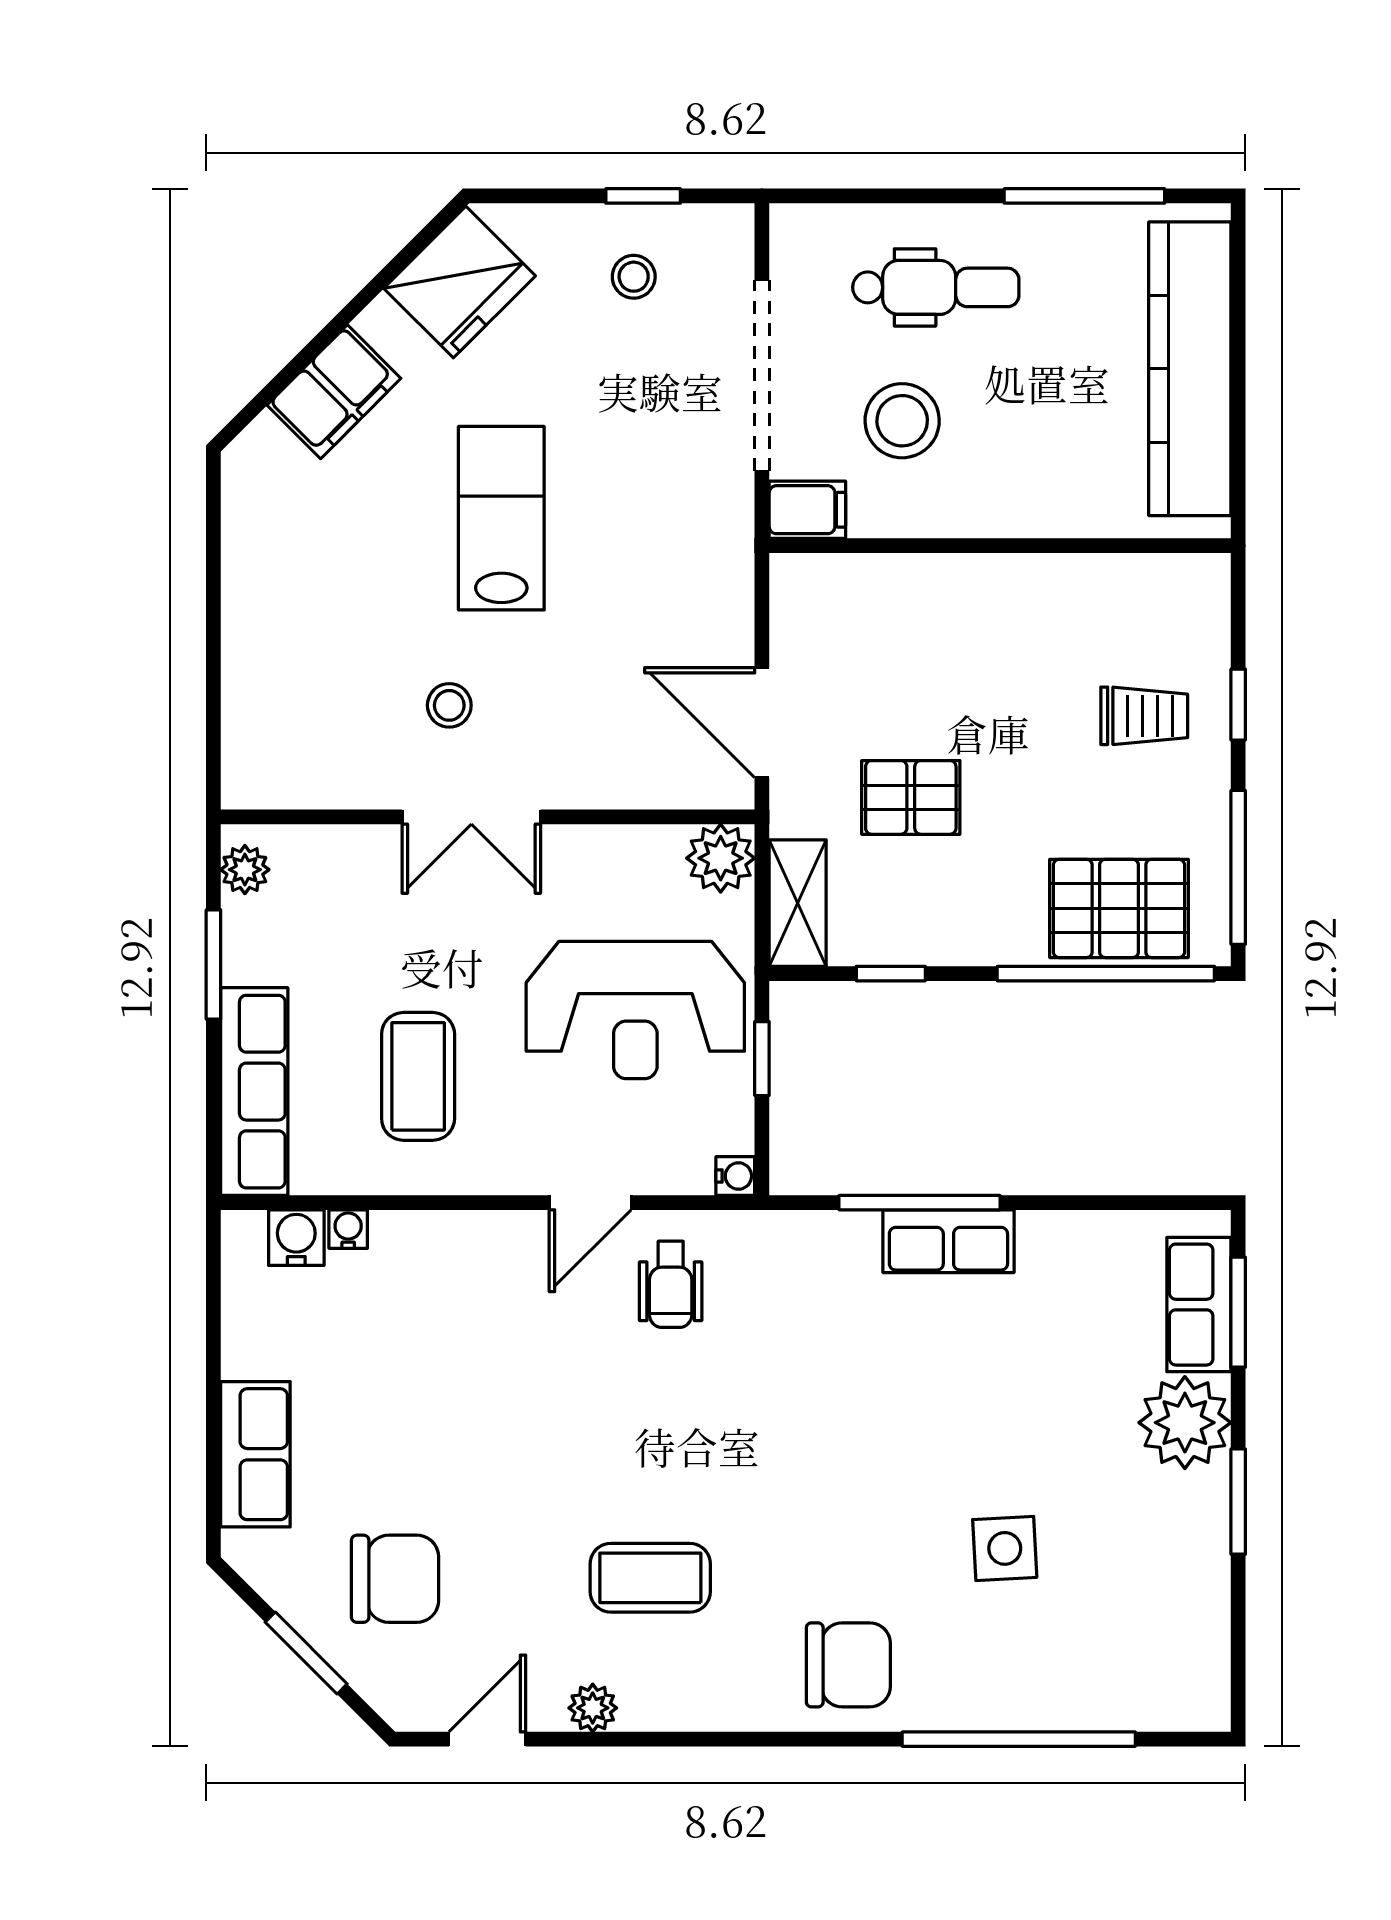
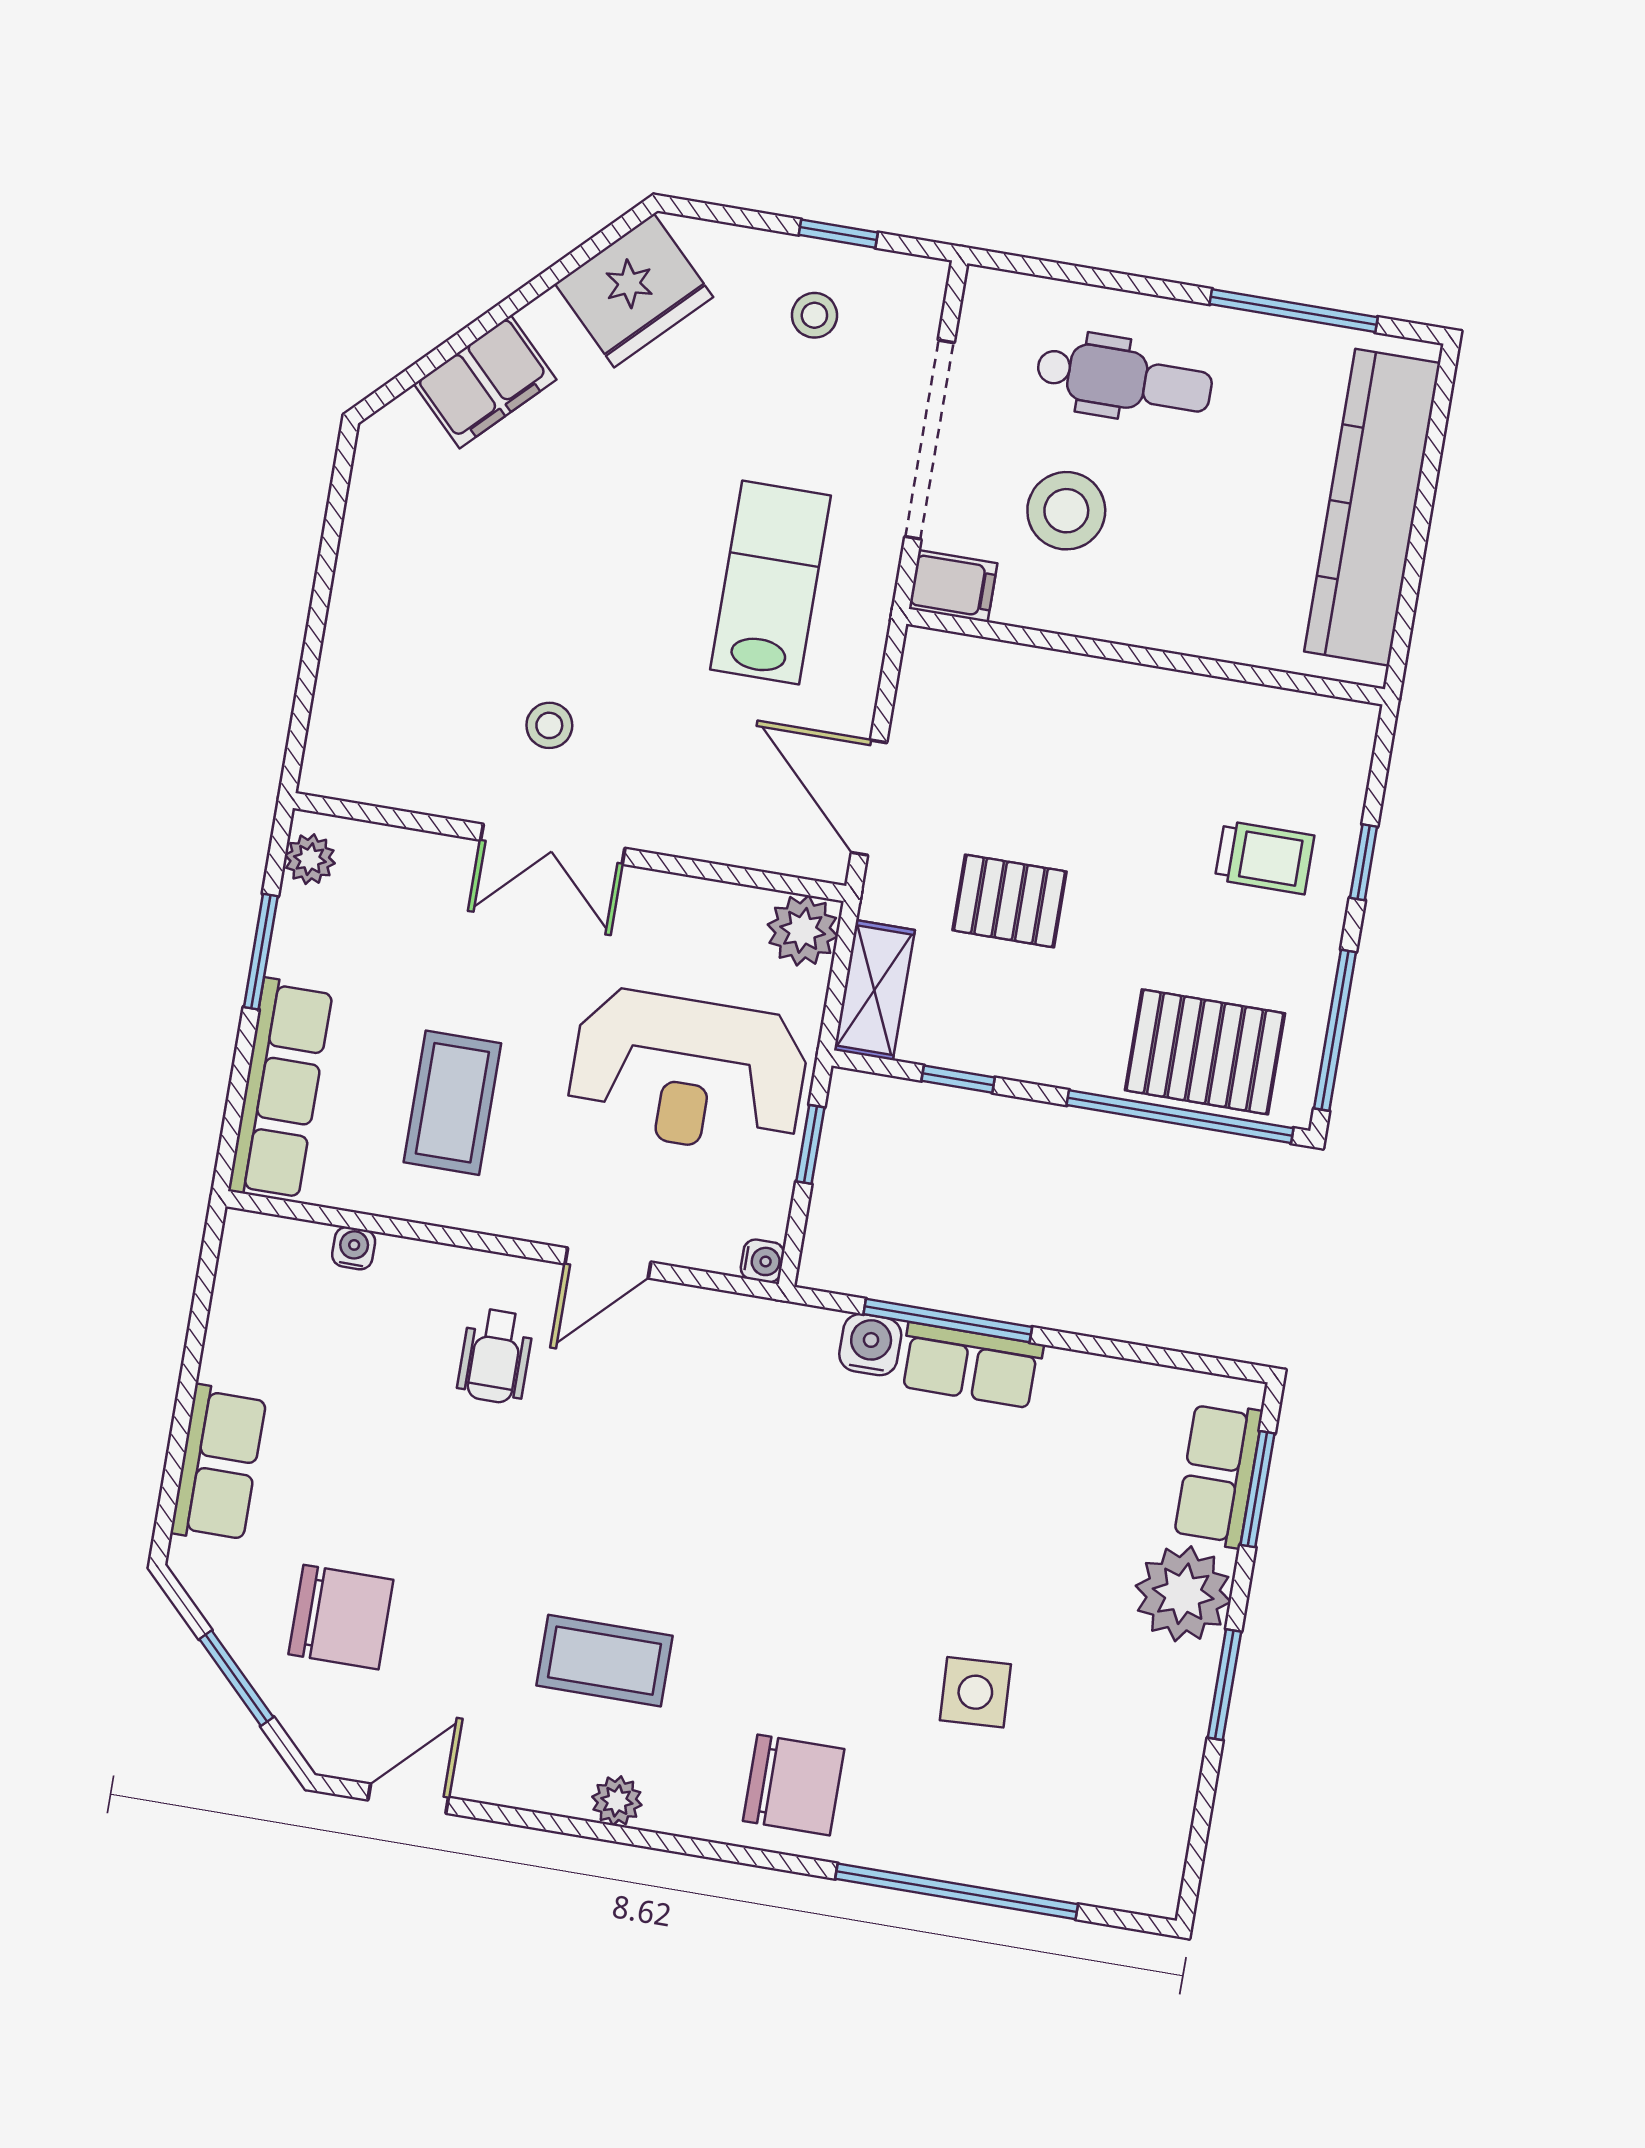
lab bench: (501, 518) -> (771, 582), moved
water cooler: (296, 1238) -> (870, 1345), moved
wheelchair: (671, 1284) -> (495, 1356), moved
plant: (593, 1708) -> (617, 1801), moved

